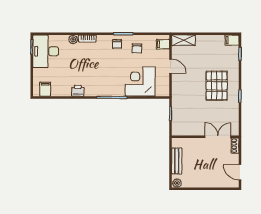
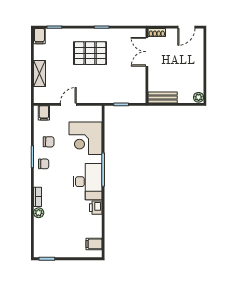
shelving: (183, 40) -> (40, 73), moved
desk: (46, 51) -> (88, 182), moved, turned -90
bench: (177, 161) -> (163, 97), moved

